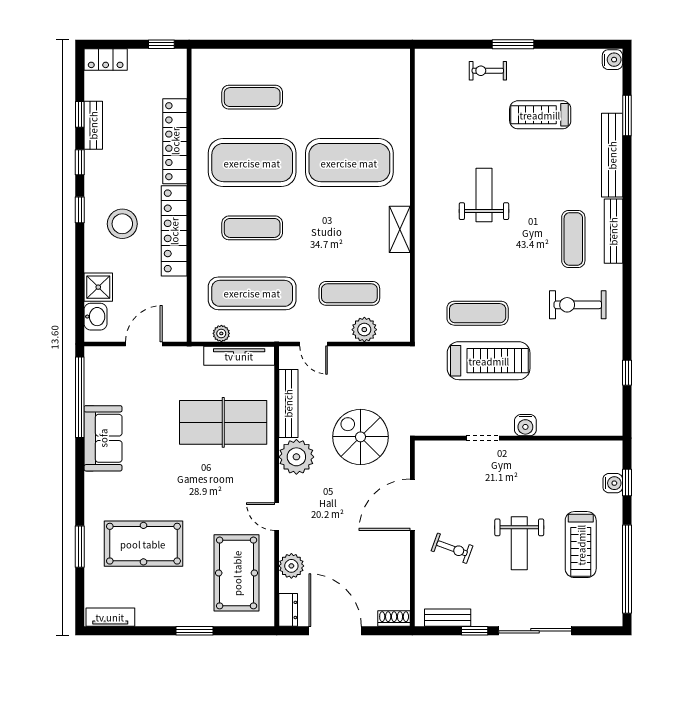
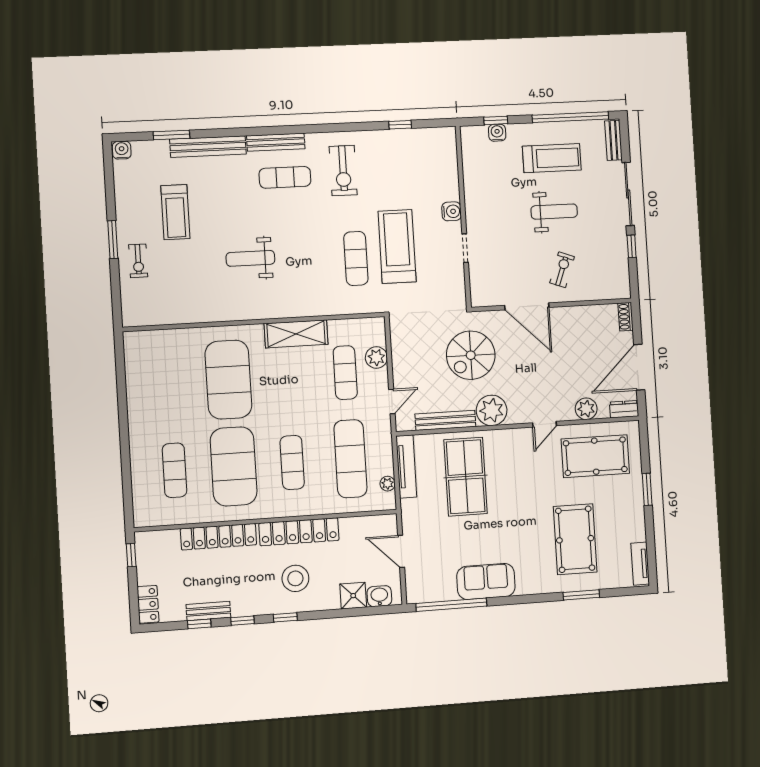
shelving: (400, 229) -> (296, 334), width x1.50, depth x1.33
bench: (448, 618) -> (613, 140), moved

